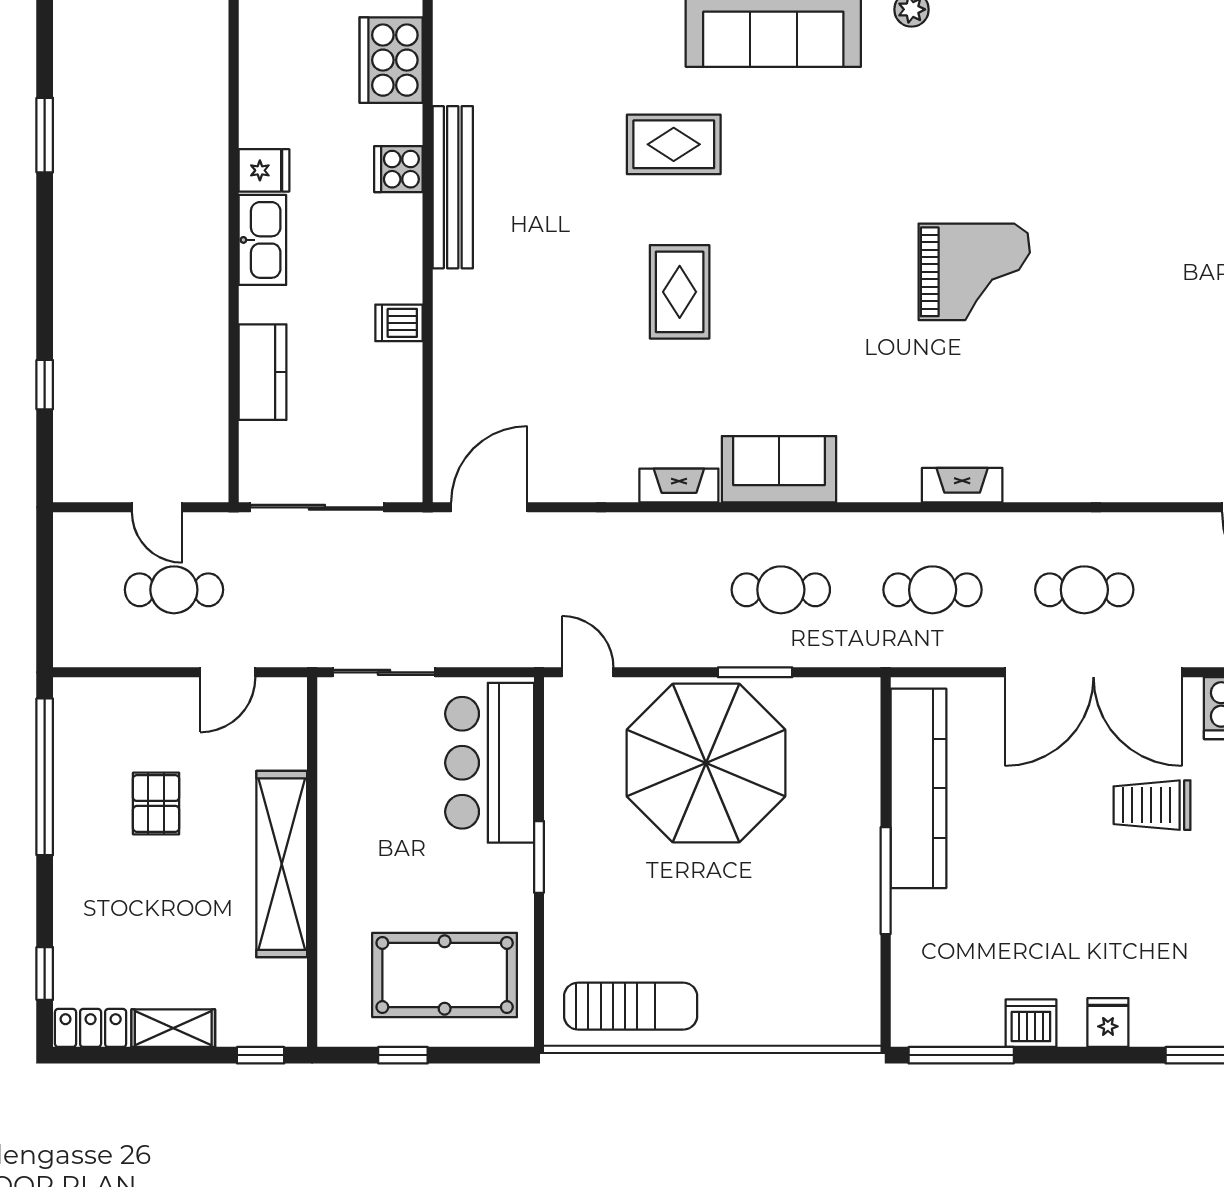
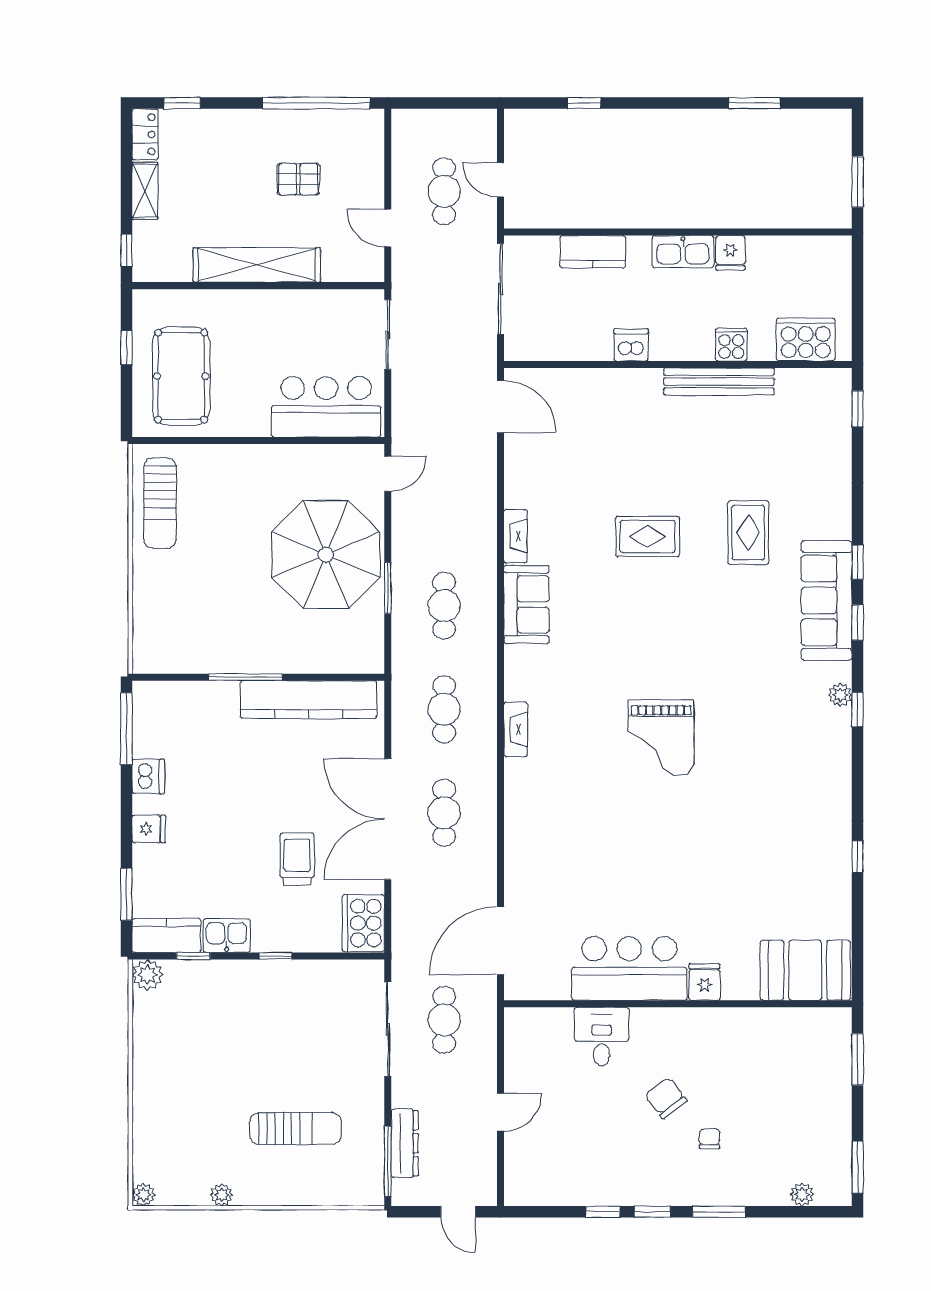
dishwasher: (399, 323) -> (631, 345), width x1.38
door: (157, 507) -> (500, 180), hinge flipped
window: (539, 857) -> (262, 441), removed

